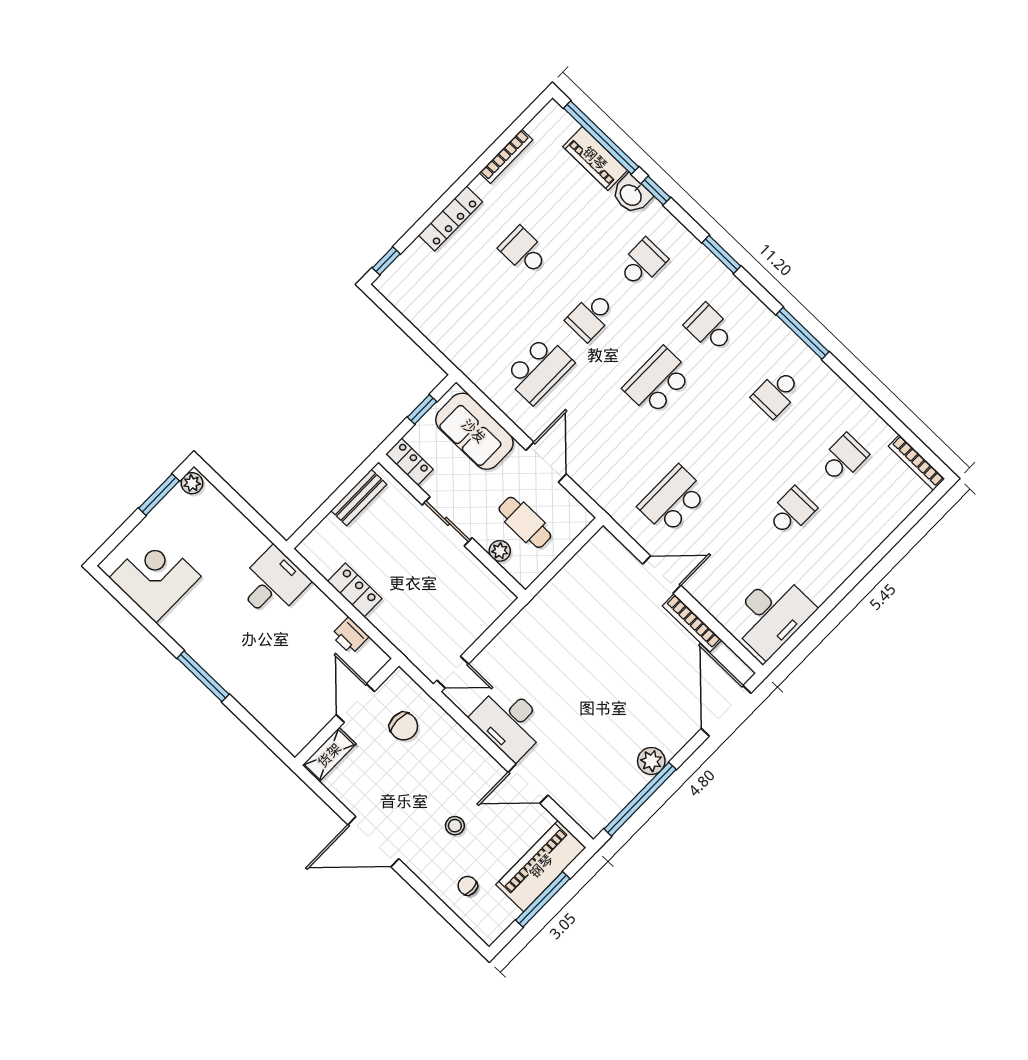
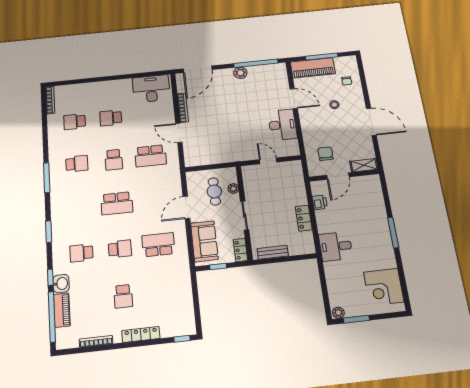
school desk: (709, 328) -> (114, 160), moved
door: (453, 672) -> (268, 161), moved

